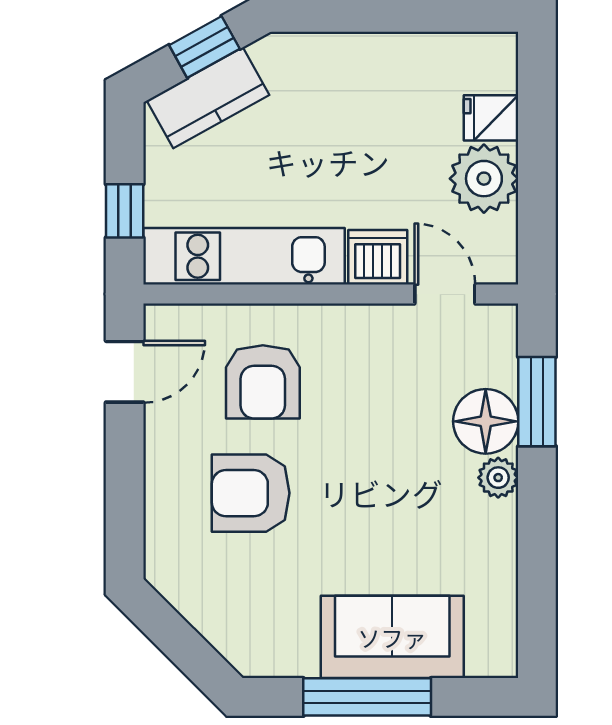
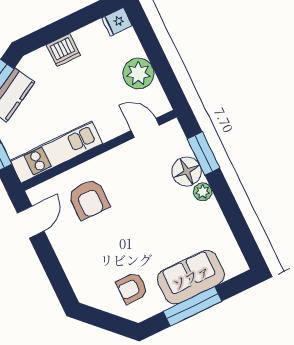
fridge: (491, 118) -> (117, 22), moved
dishwasher: (378, 257) -> (63, 50), moved, turned 180
armchair: (251, 493) -> (132, 288), moved, width x0.72, depth x0.72

